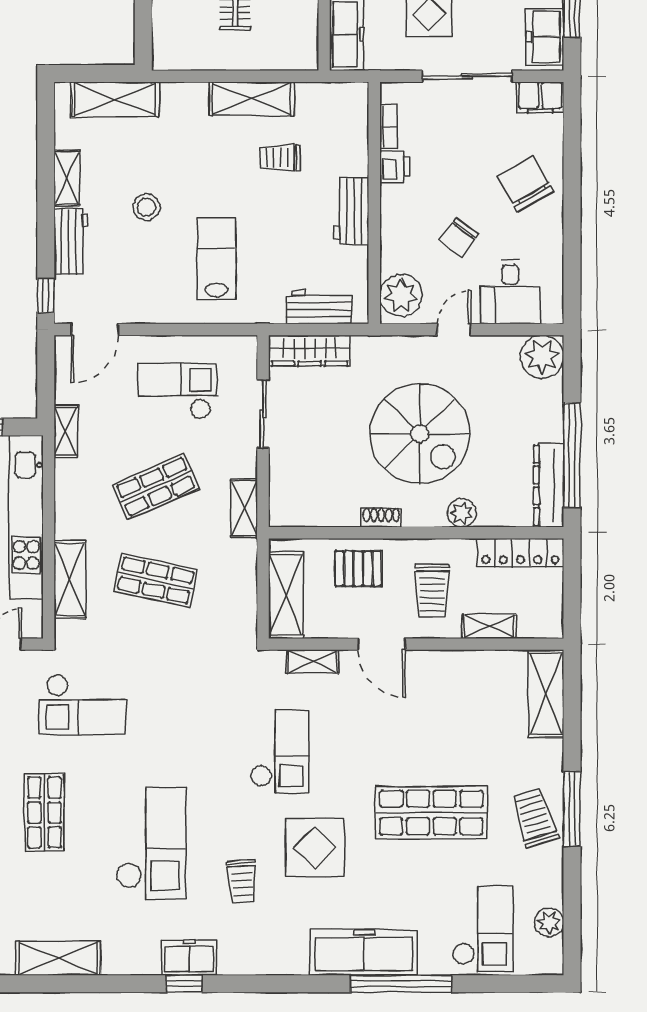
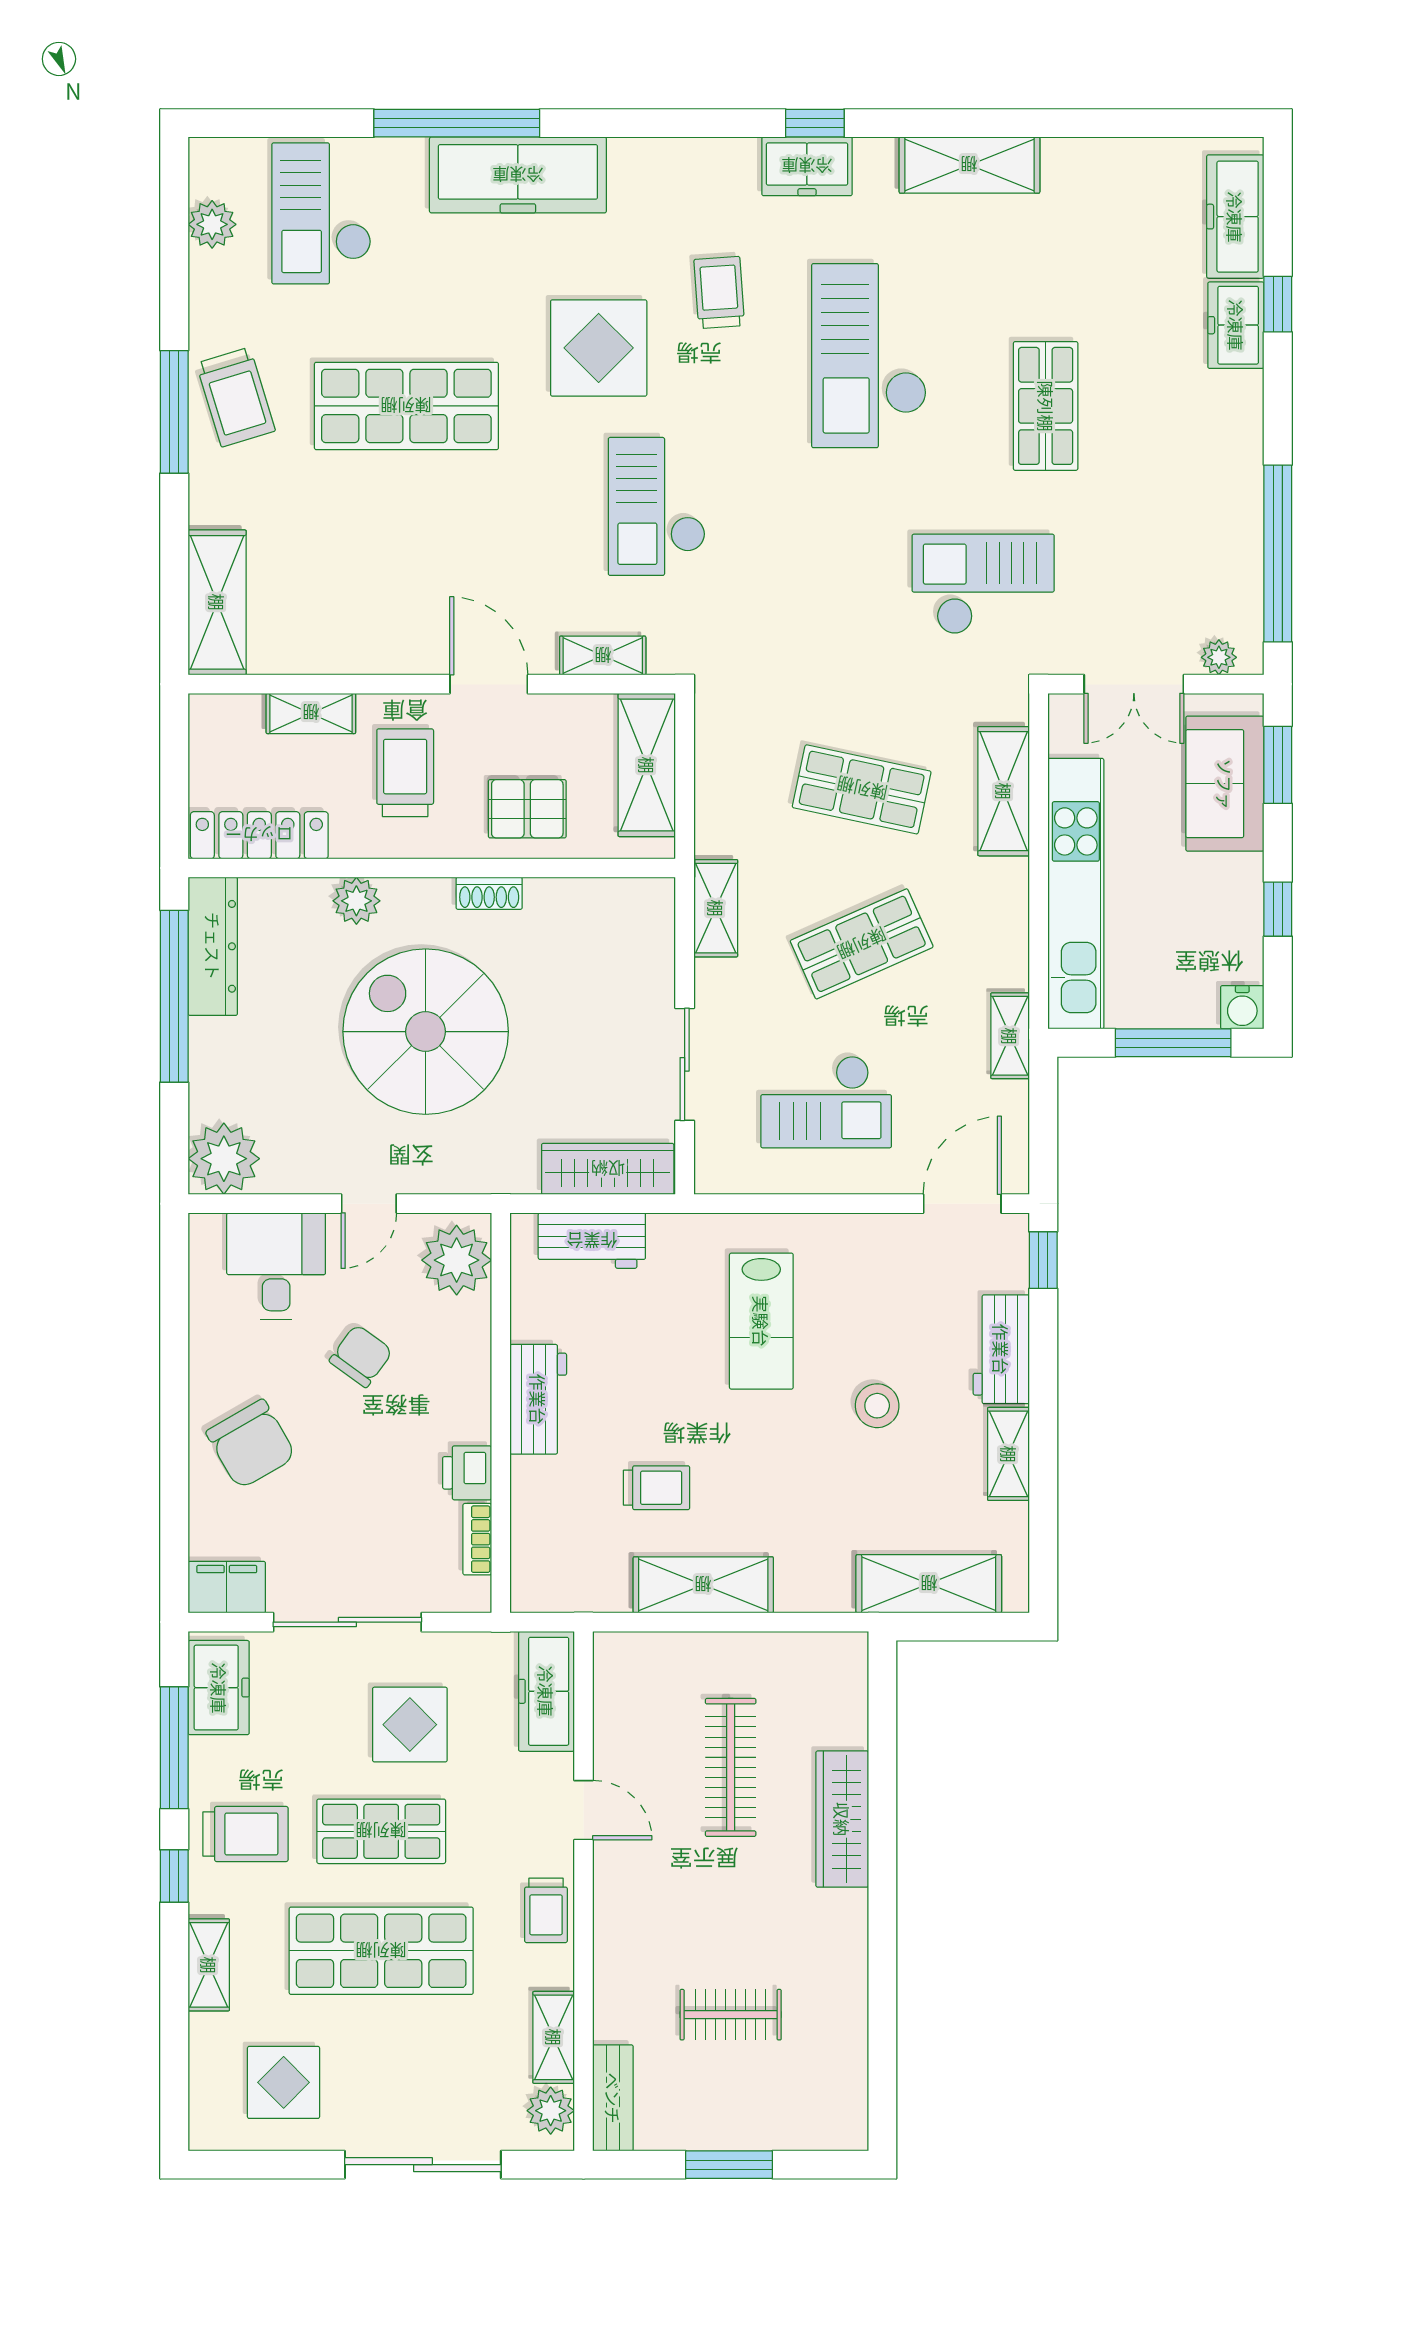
shelving: (58, 958) -> (969, 165), moved

